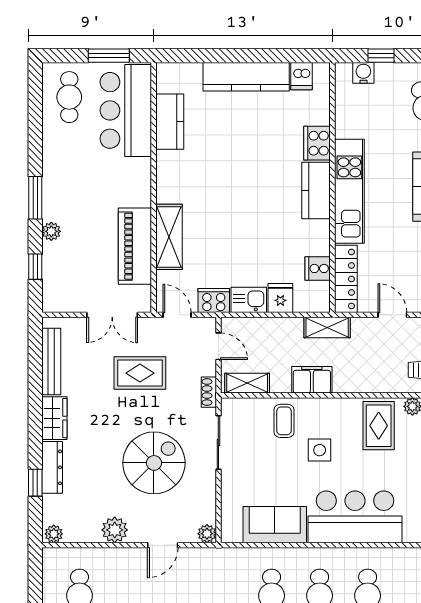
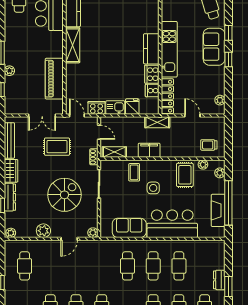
cooker: (317, 143) -> (152, 74), moved
shelving: (169, 237) -> (73, 45), moved

